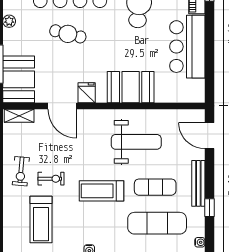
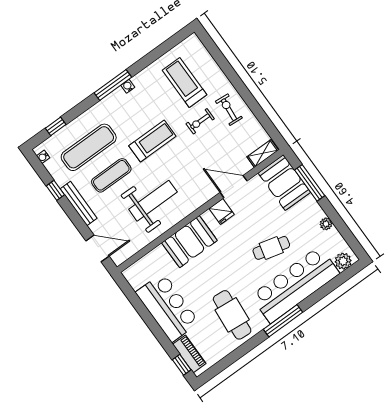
weight bench: (136, 142) -> (153, 201), turned 180

